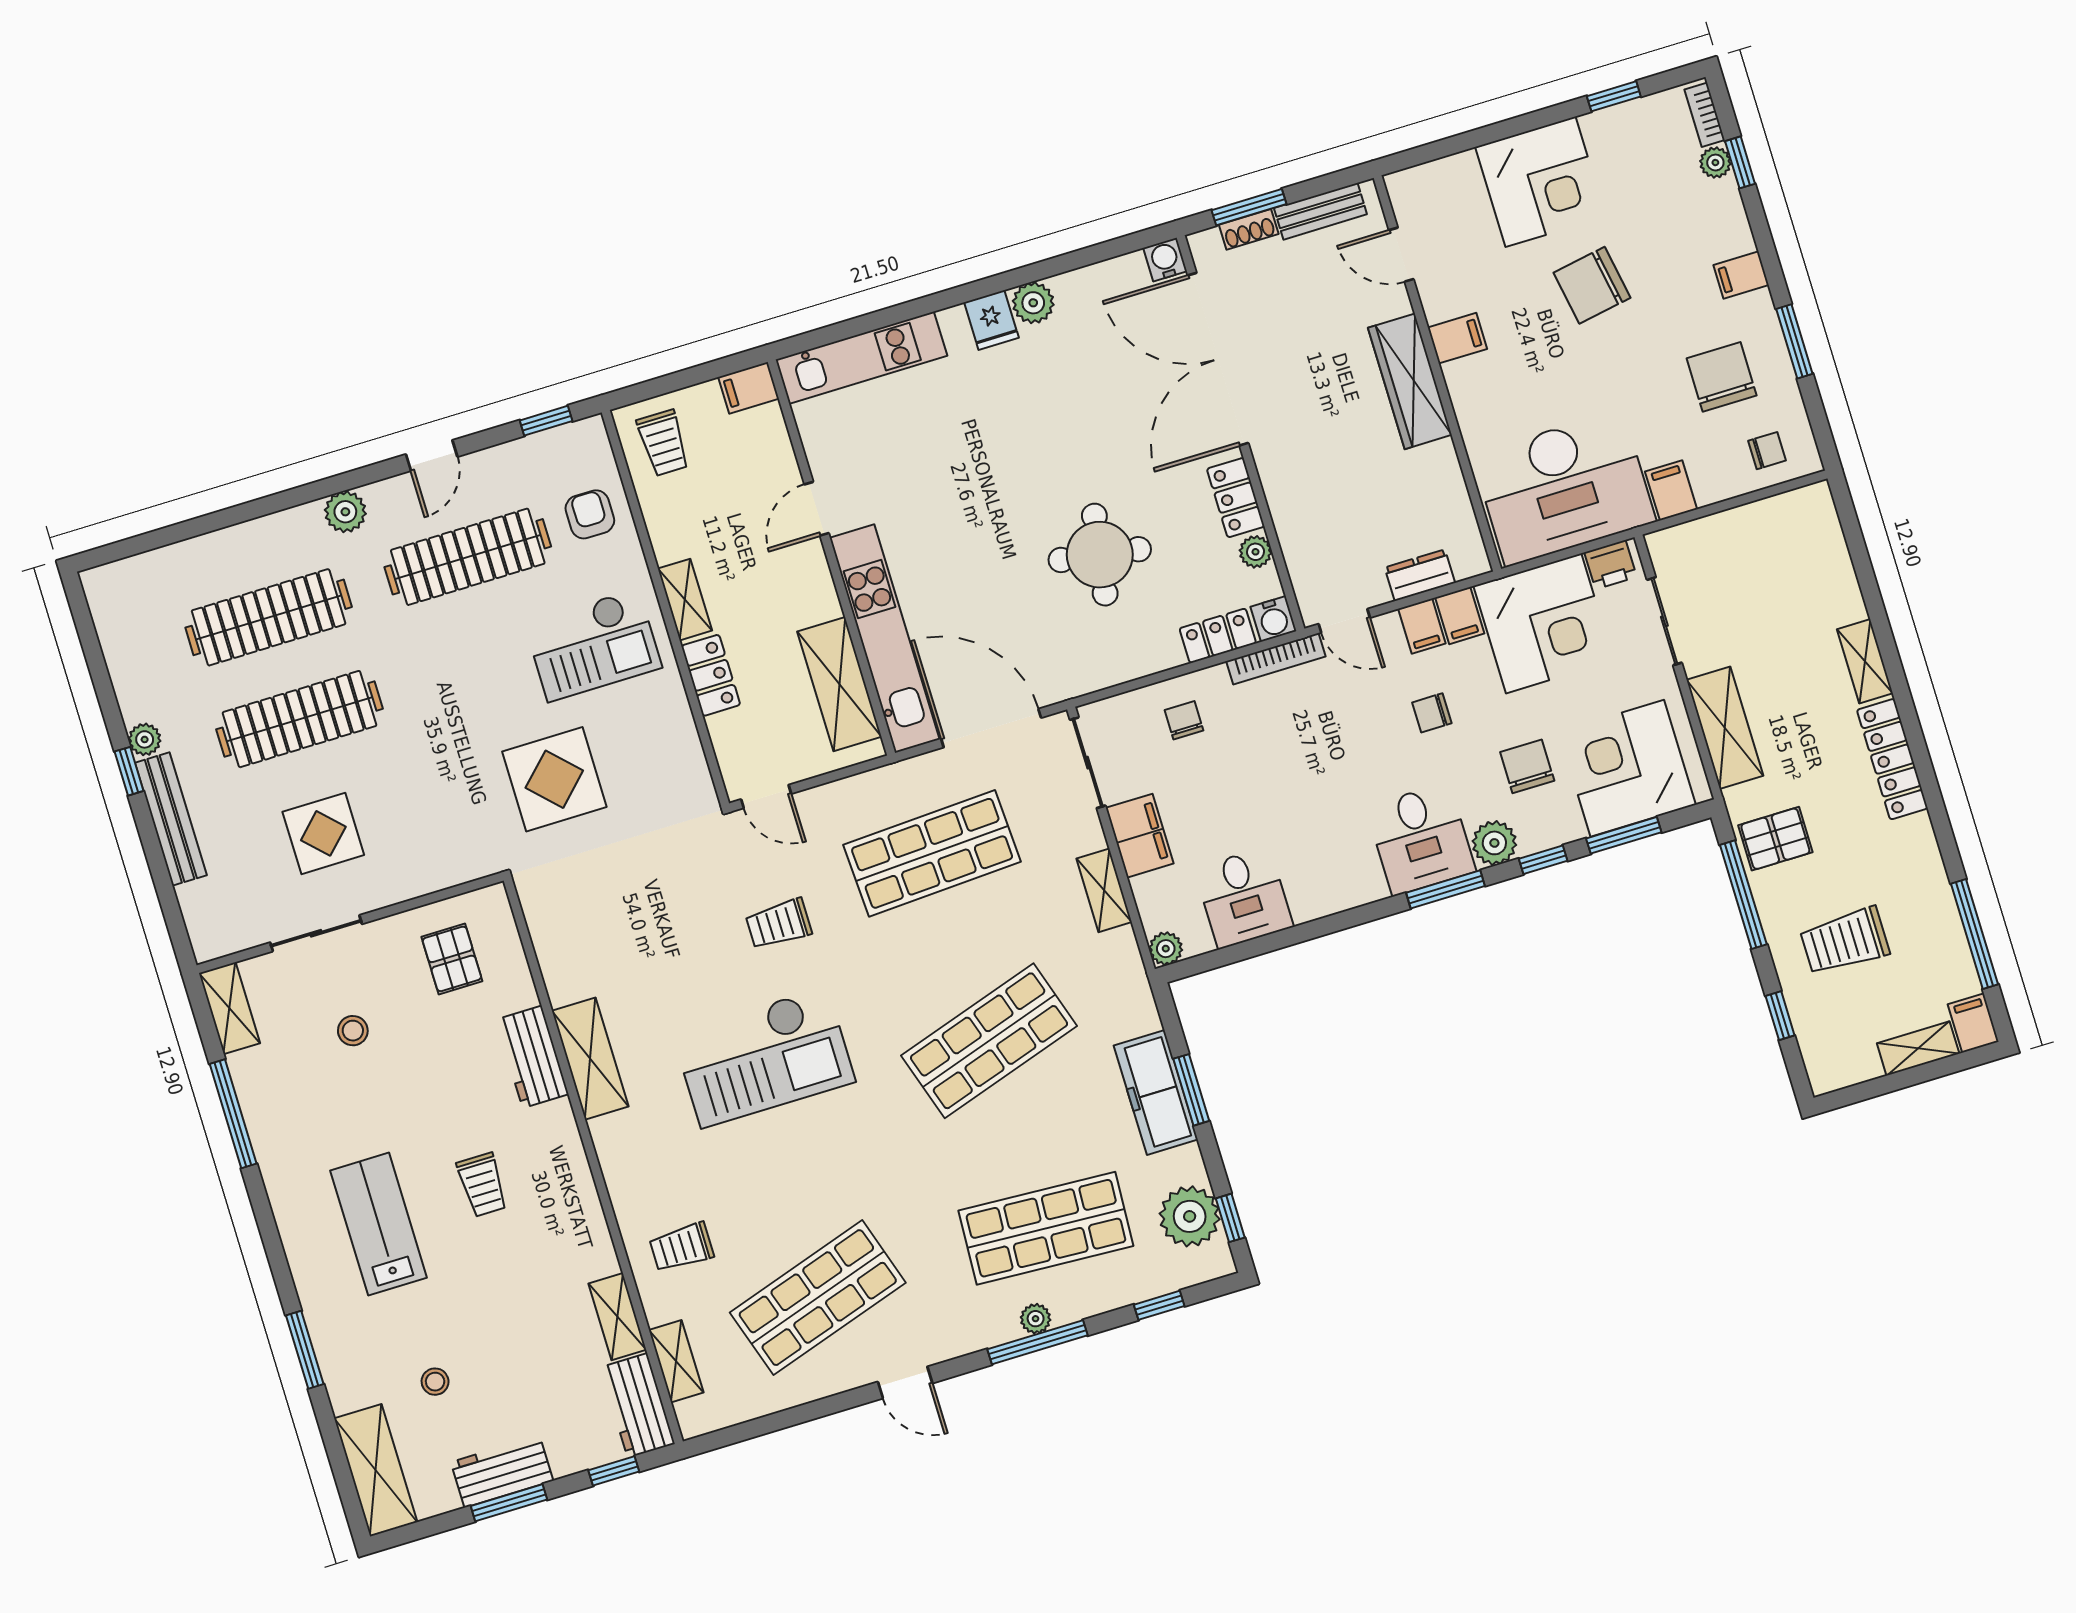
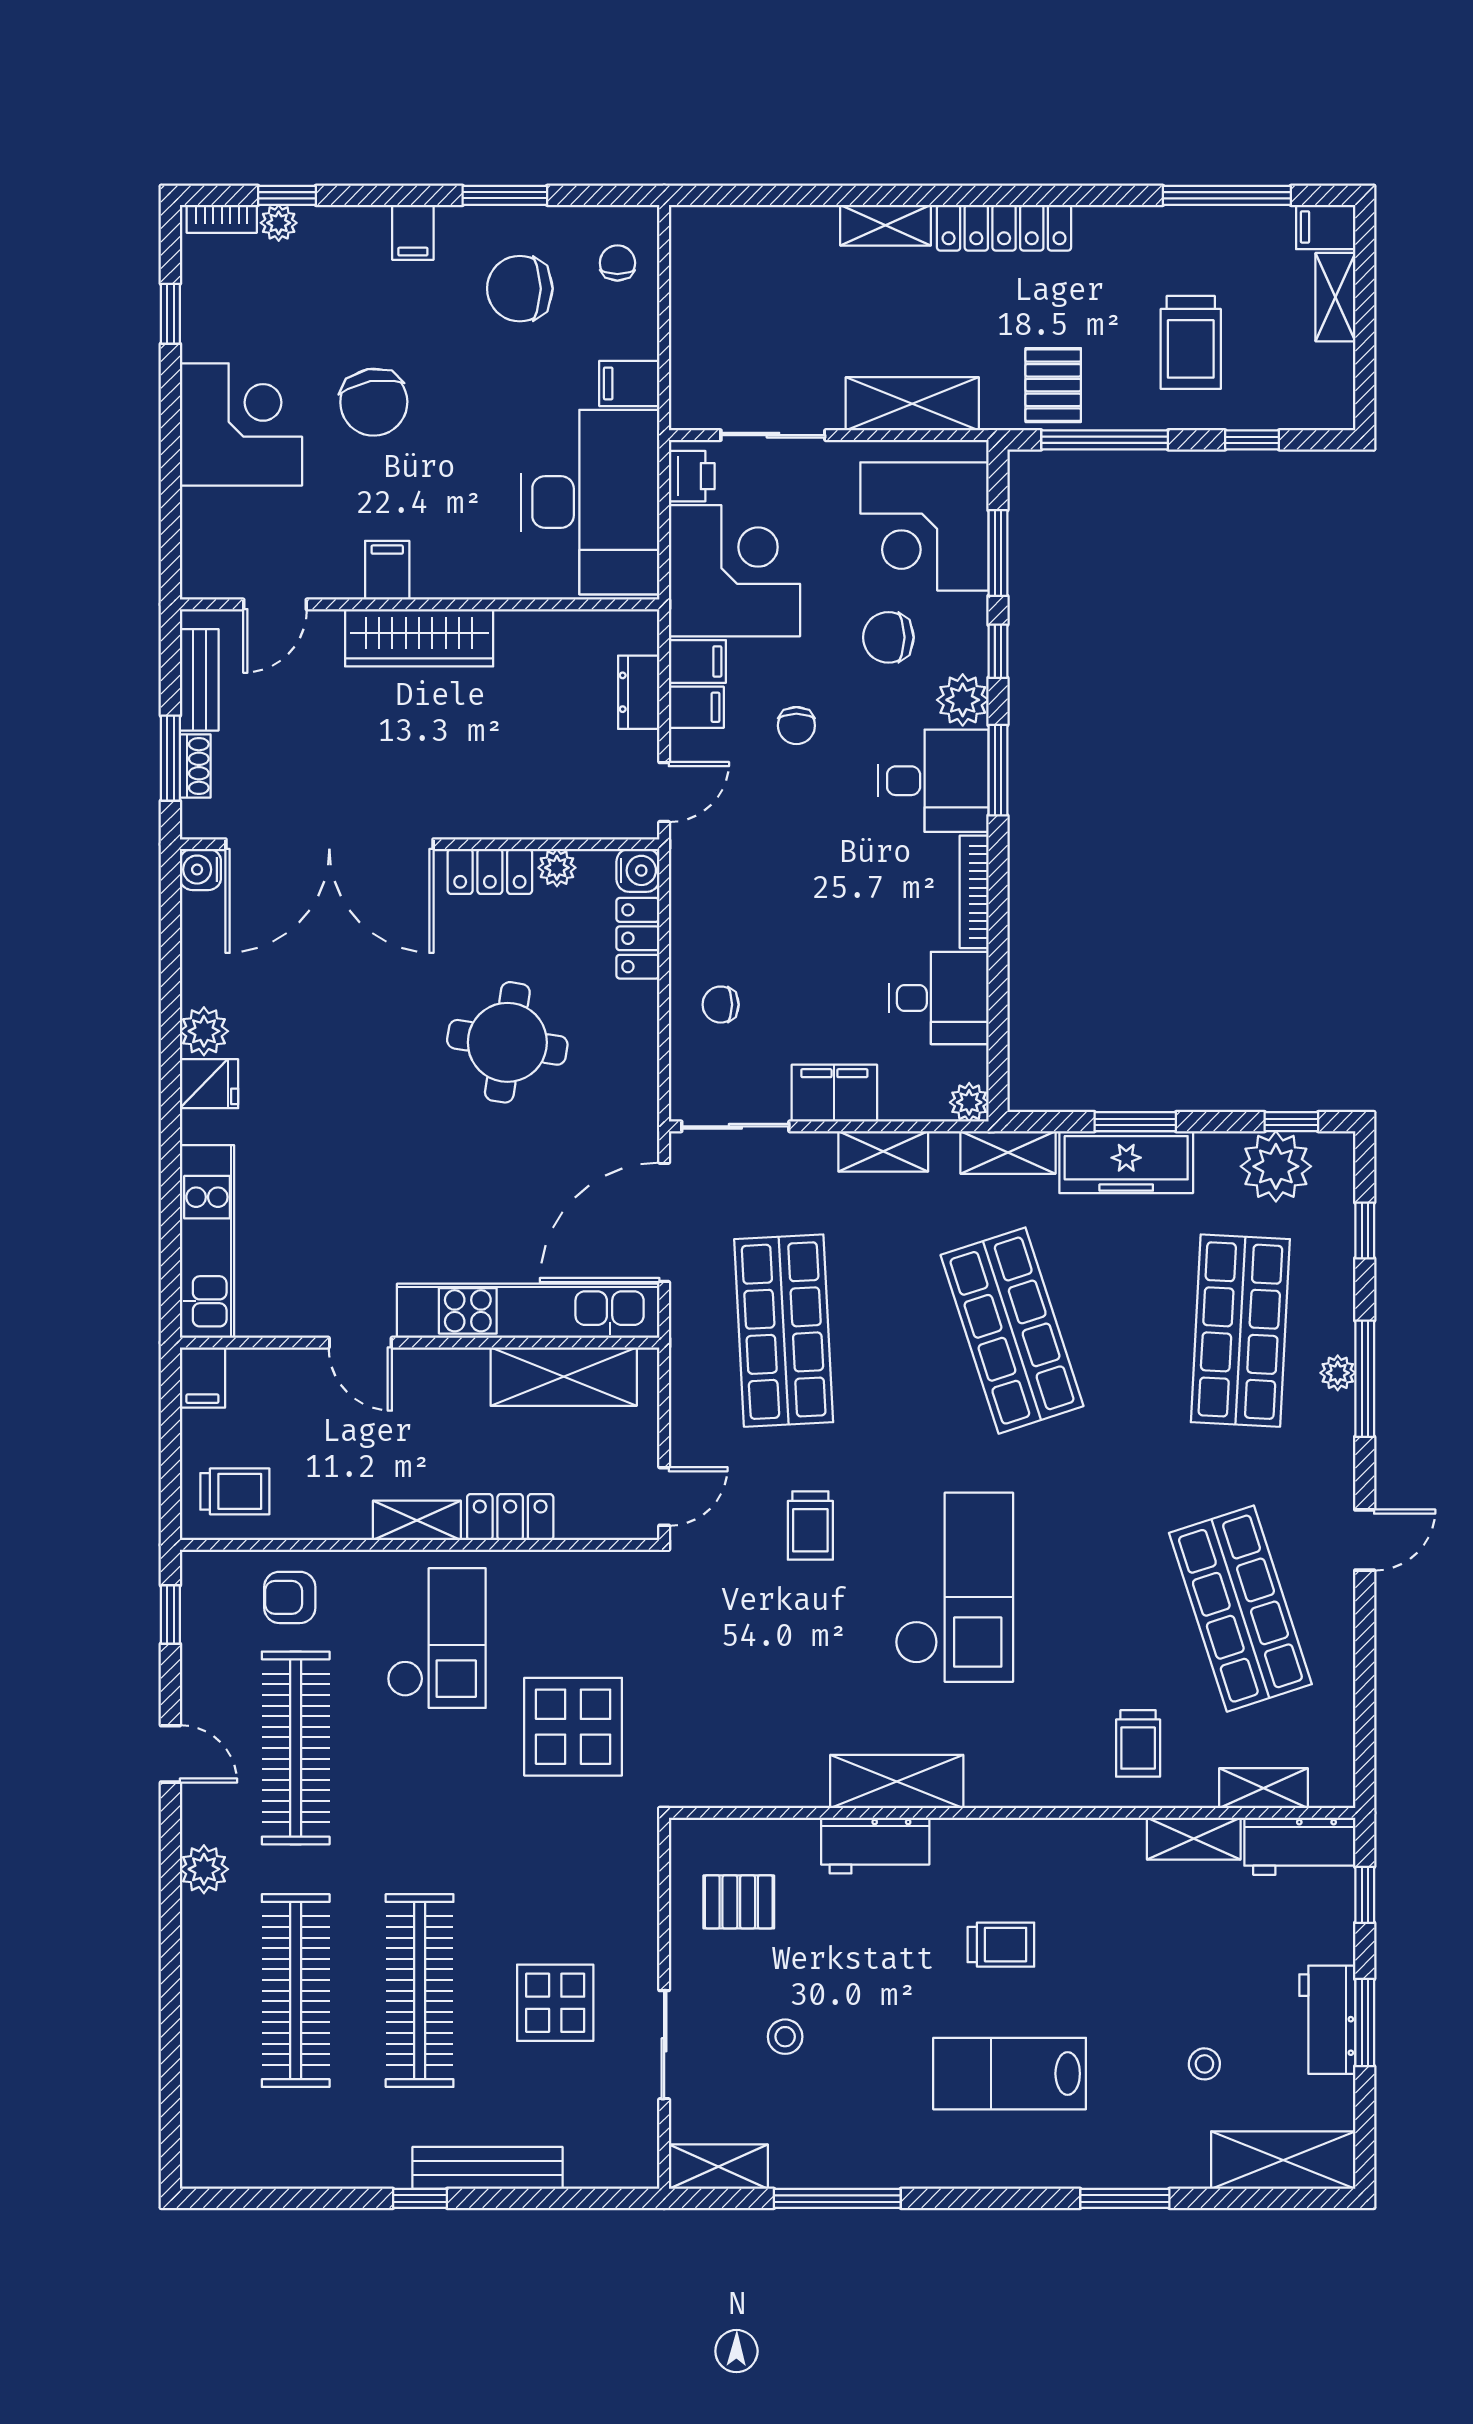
bookcase: (1276, 659) -> (974, 892), moved, turned 180
plant: (145, 739) -> (390, 2170), removed
shelving: (1134, 993) -> (1008, 1152), added

